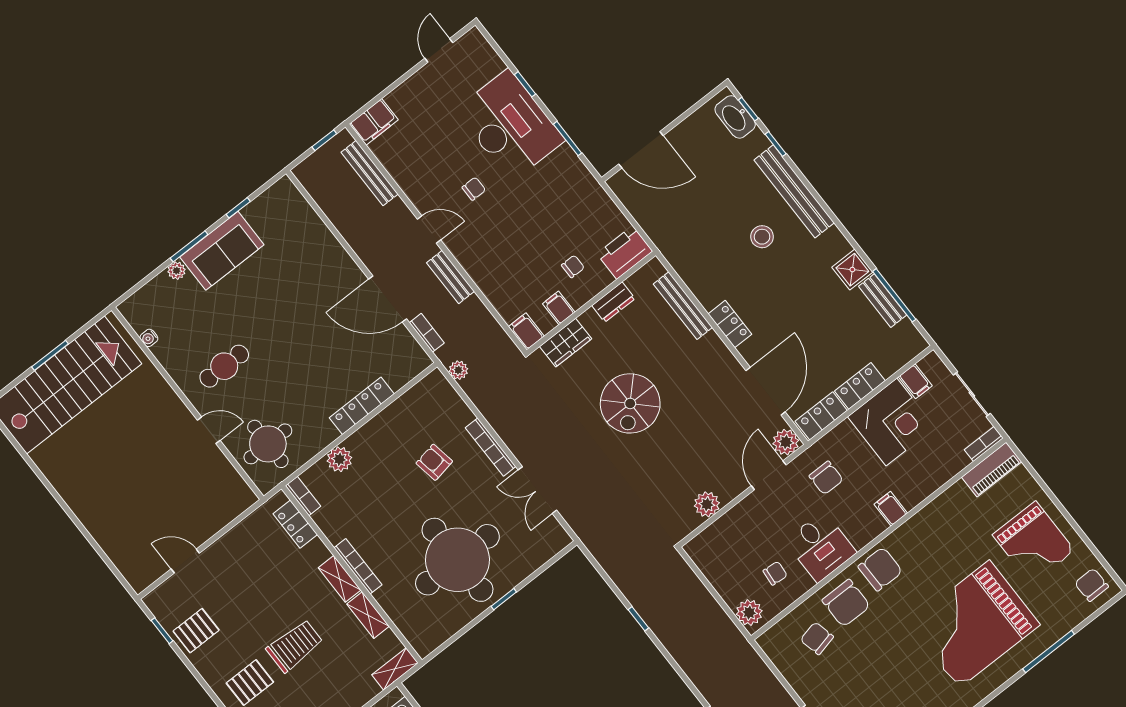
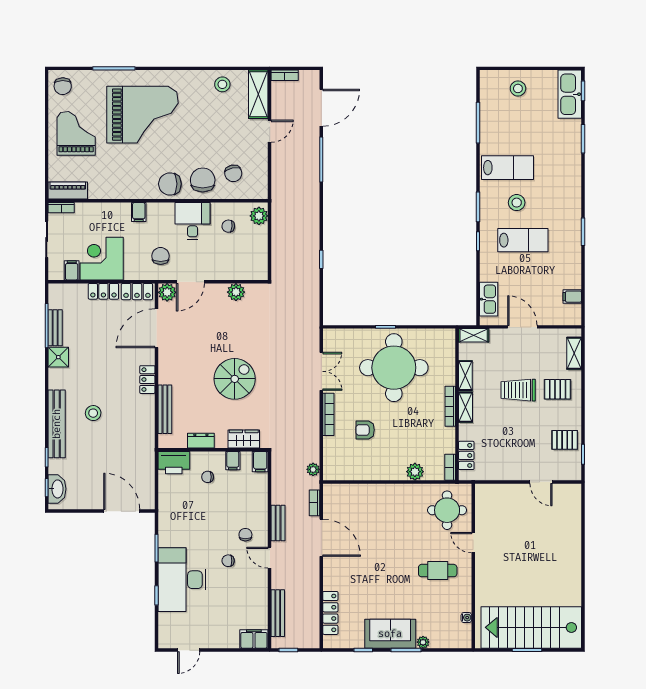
chair: (478, 234) -> (245, 535), added
locker: (362, 406) -> (330, 613), moved, turned -90
armchair: (434, 462) -> (365, 430), turned 100

